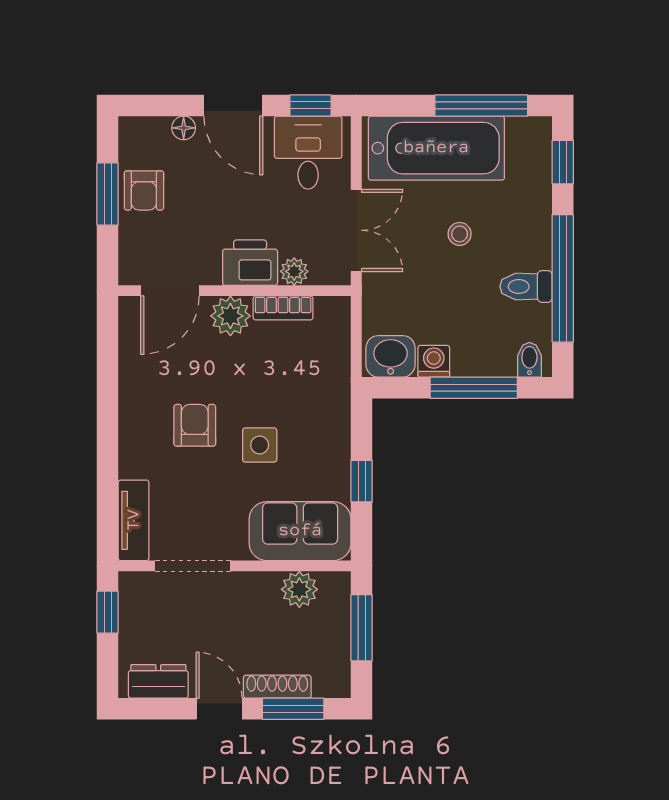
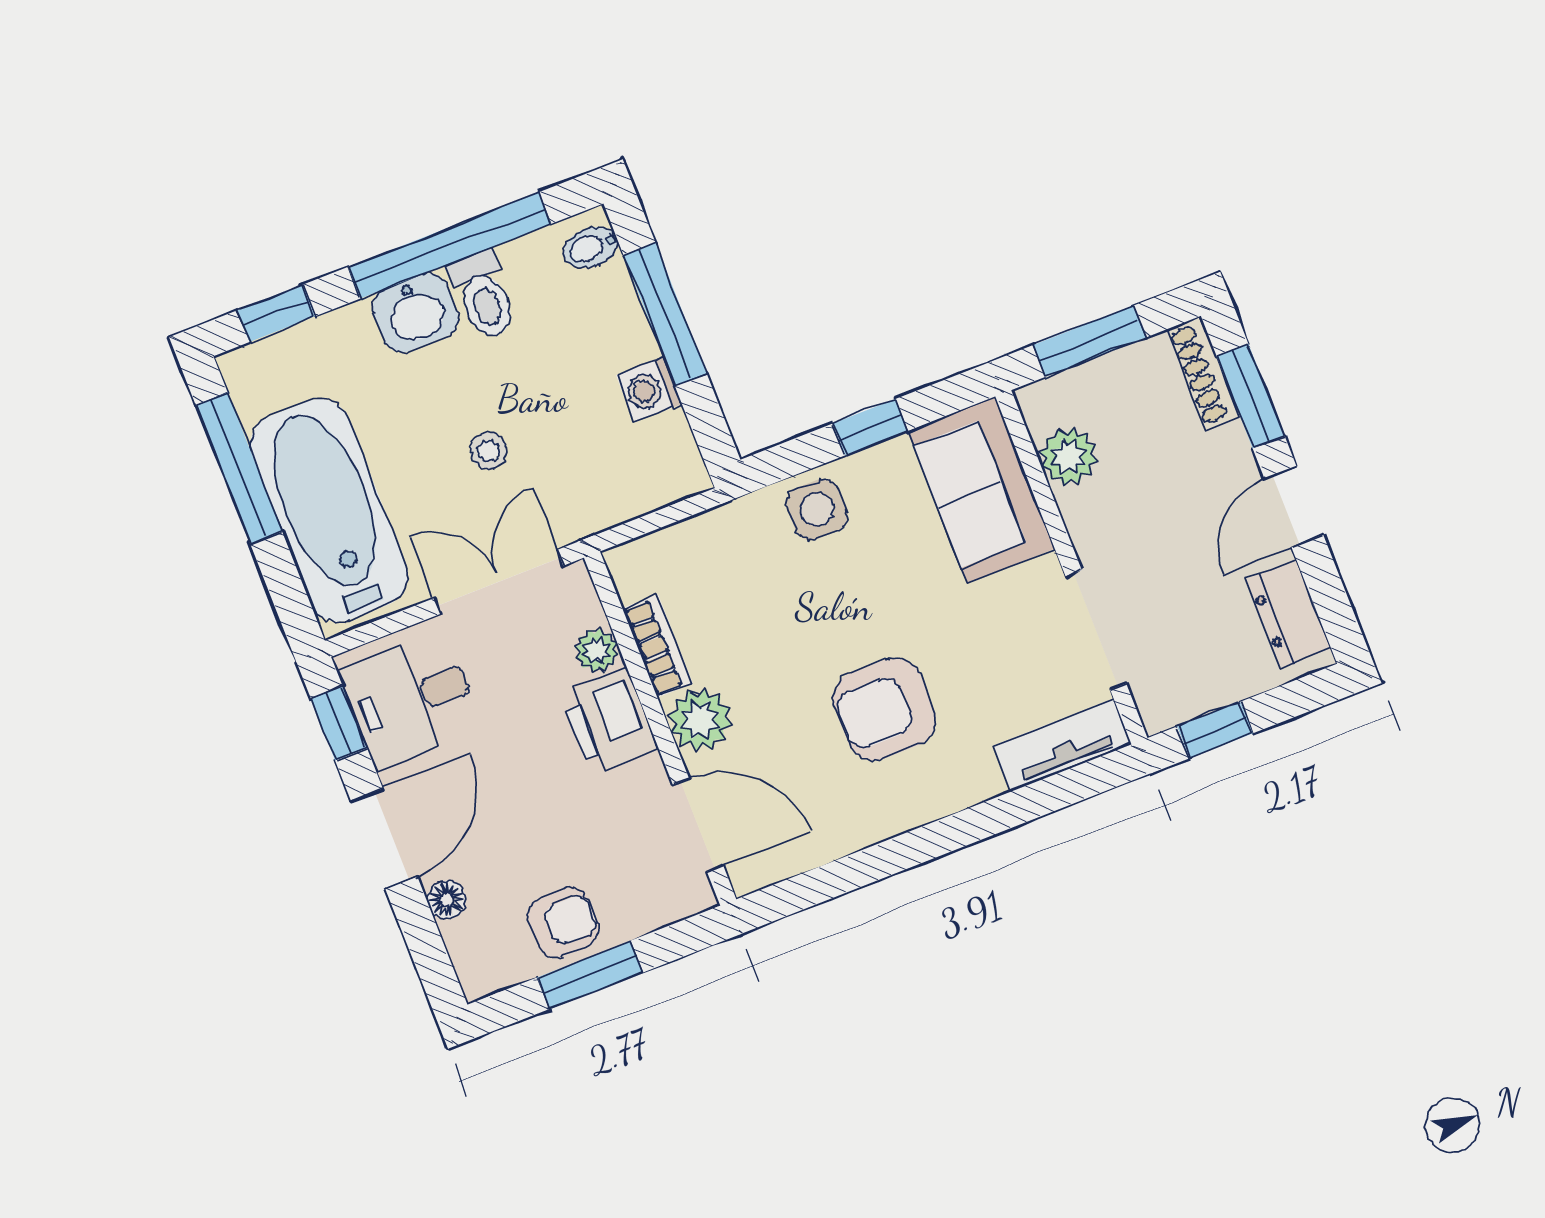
stool: (460, 234) -> (488, 451), moved
washbasin: (391, 356) -> (416, 313), moved, turned -90
armchair: (195, 425) -> (885, 709), width x1.38, depth x1.38
side table: (260, 445) -> (817, 509), moved
shoe rack: (277, 687) -> (1203, 373), moved

